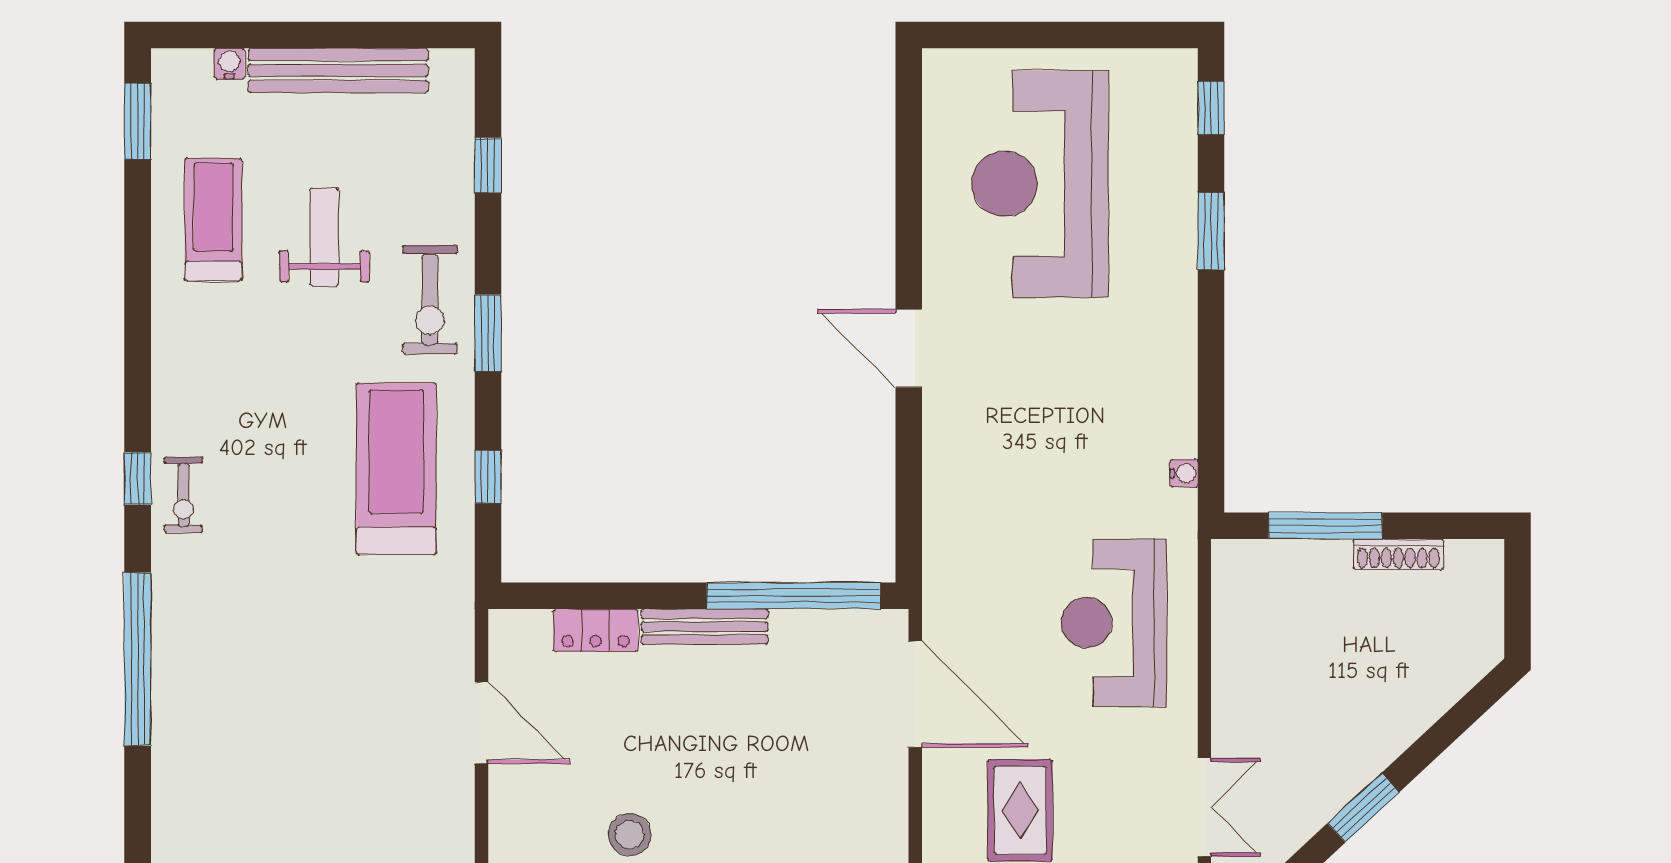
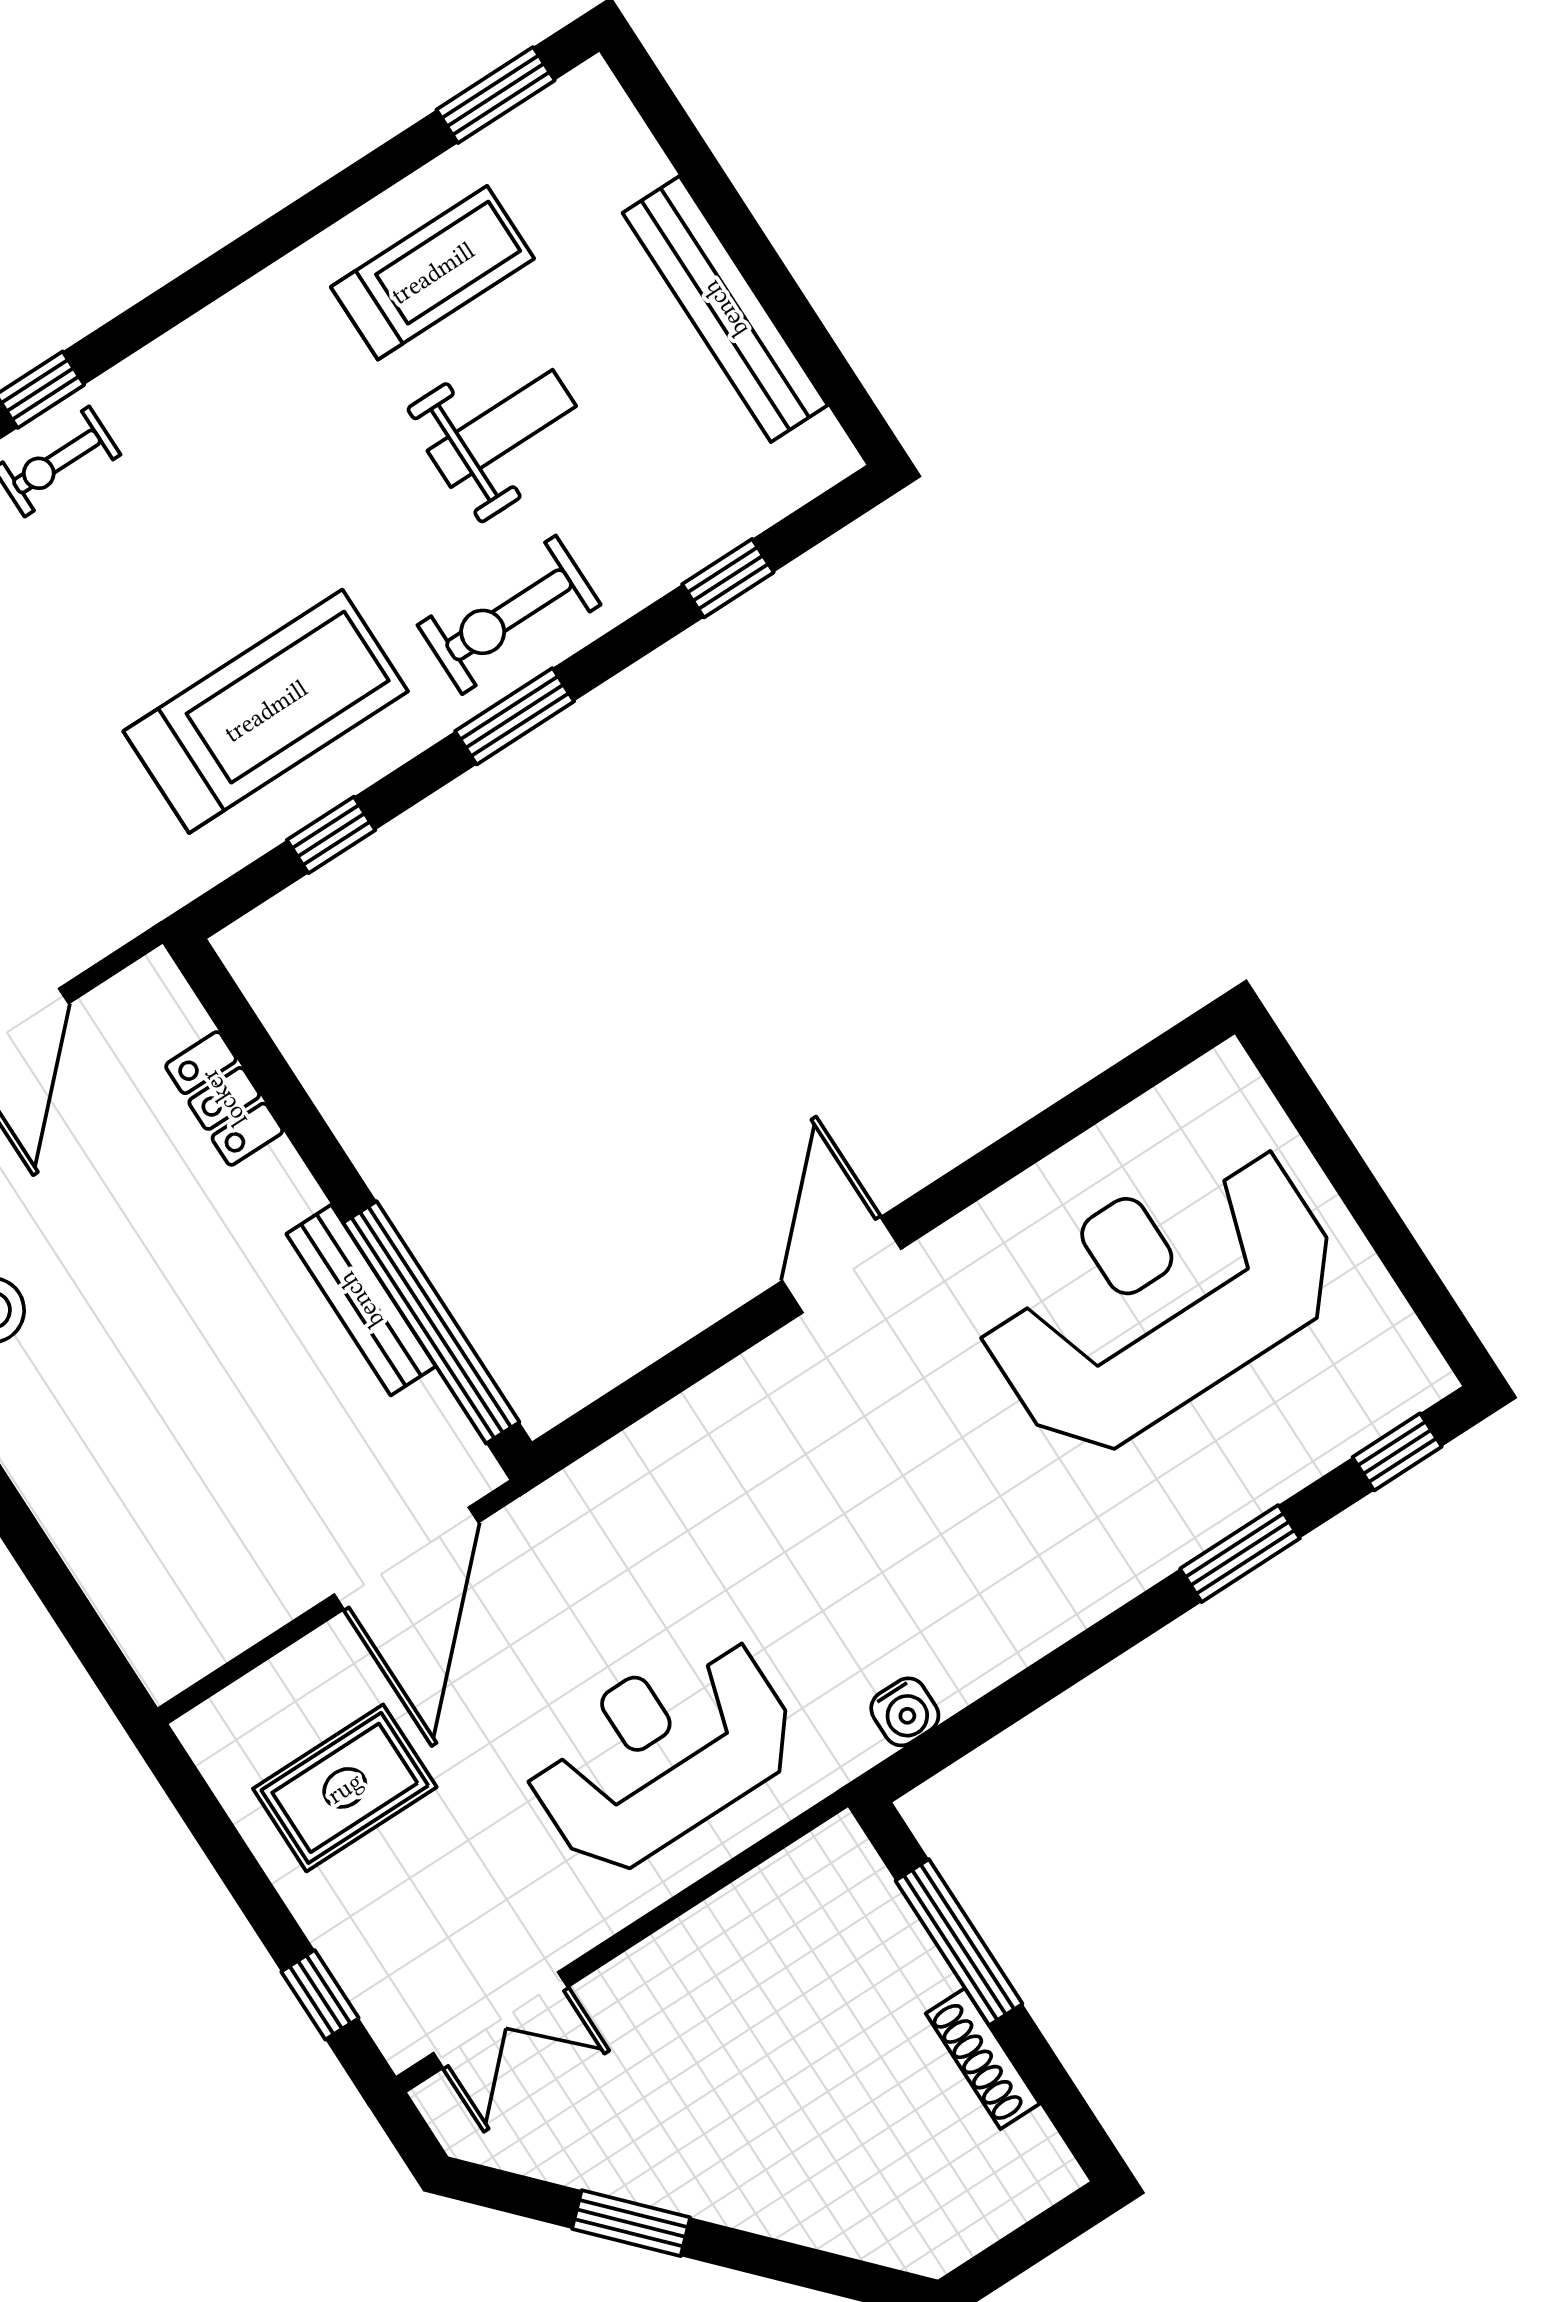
water cooler: (229, 64) -> (644, 165), removed
water cooler: (1184, 473) -> (905, 1712), width x1.38, depth x1.38
bench: (705, 627) -> (361, 1300), moved

